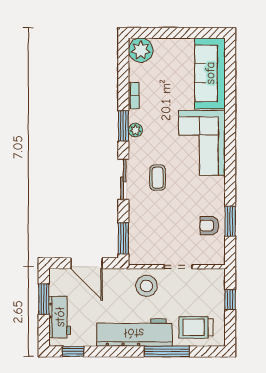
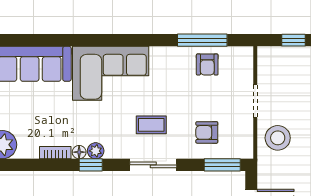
floor lamp: (134, 116) -> (79, 152), added
window: (123, 126) -> (91, 165), width x0.67
window: (230, 221) -> (202, 40), width x1.44
armchair: (151, 225) -> (207, 132), added

